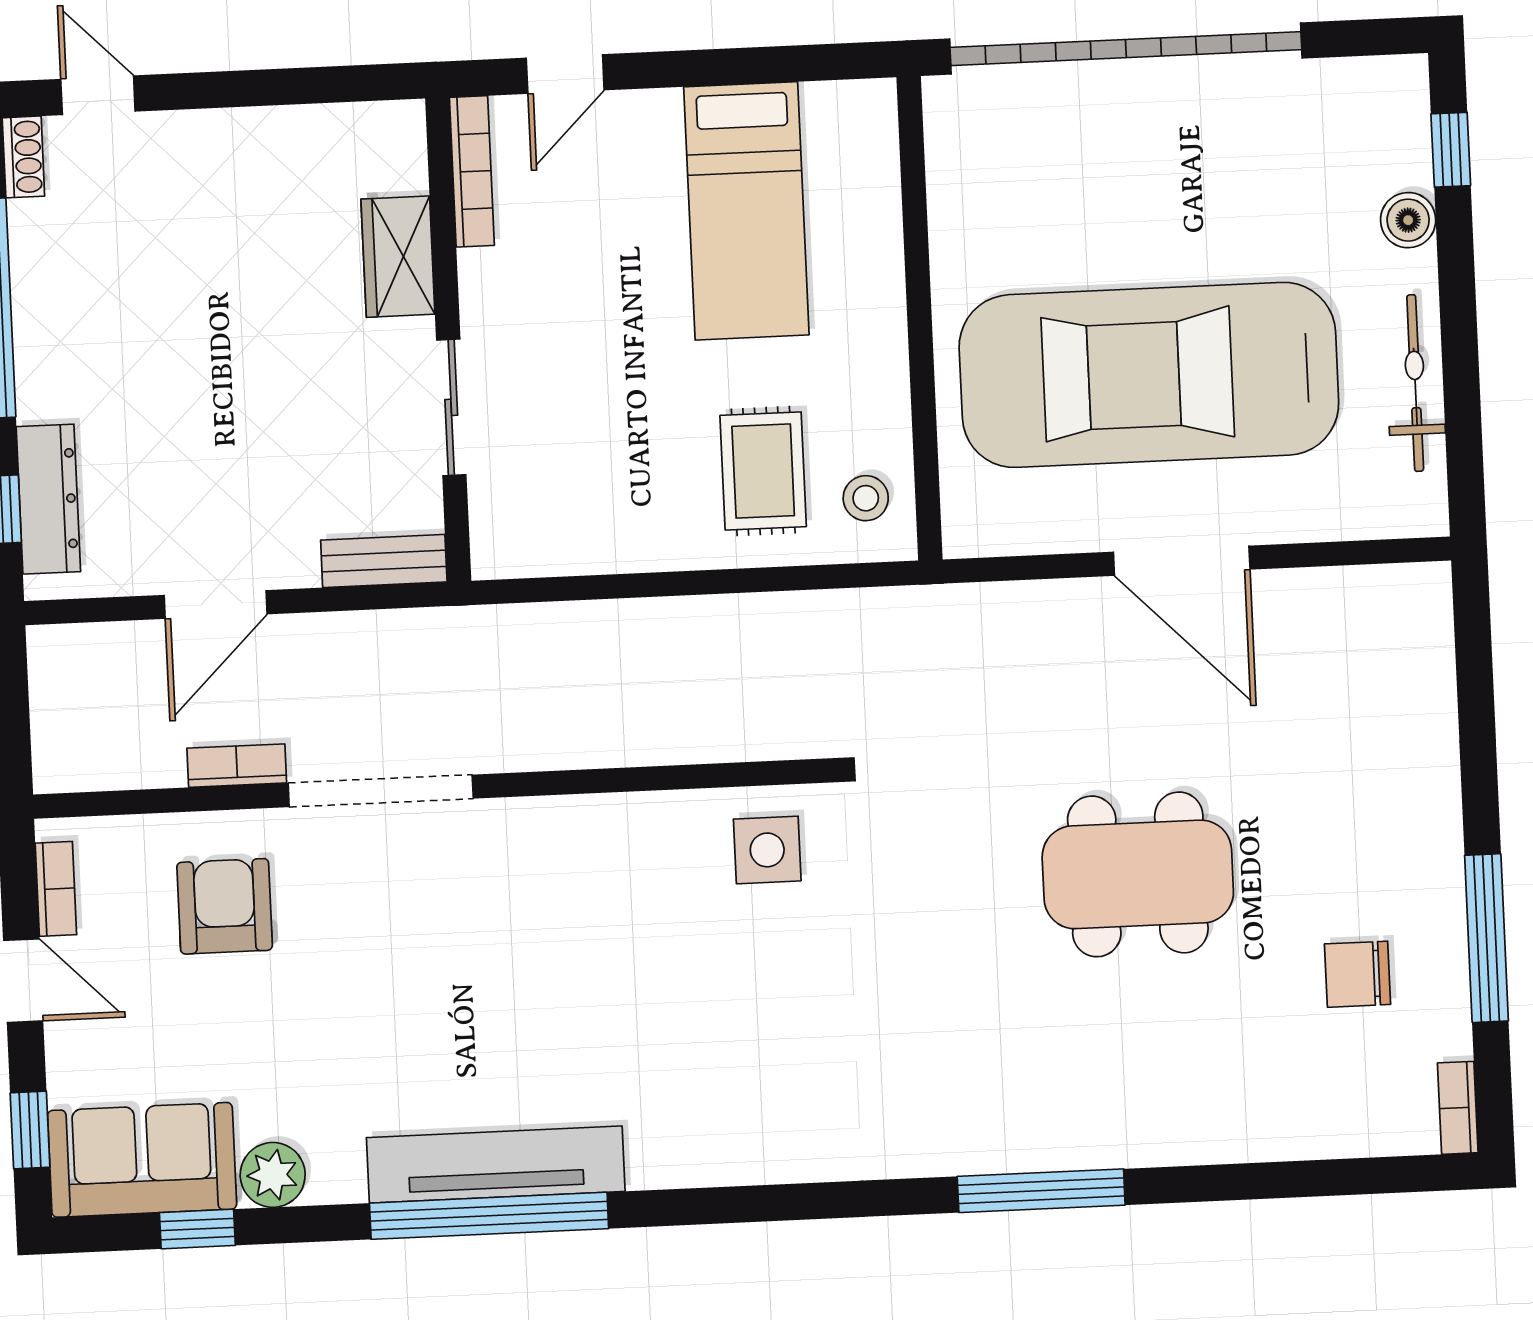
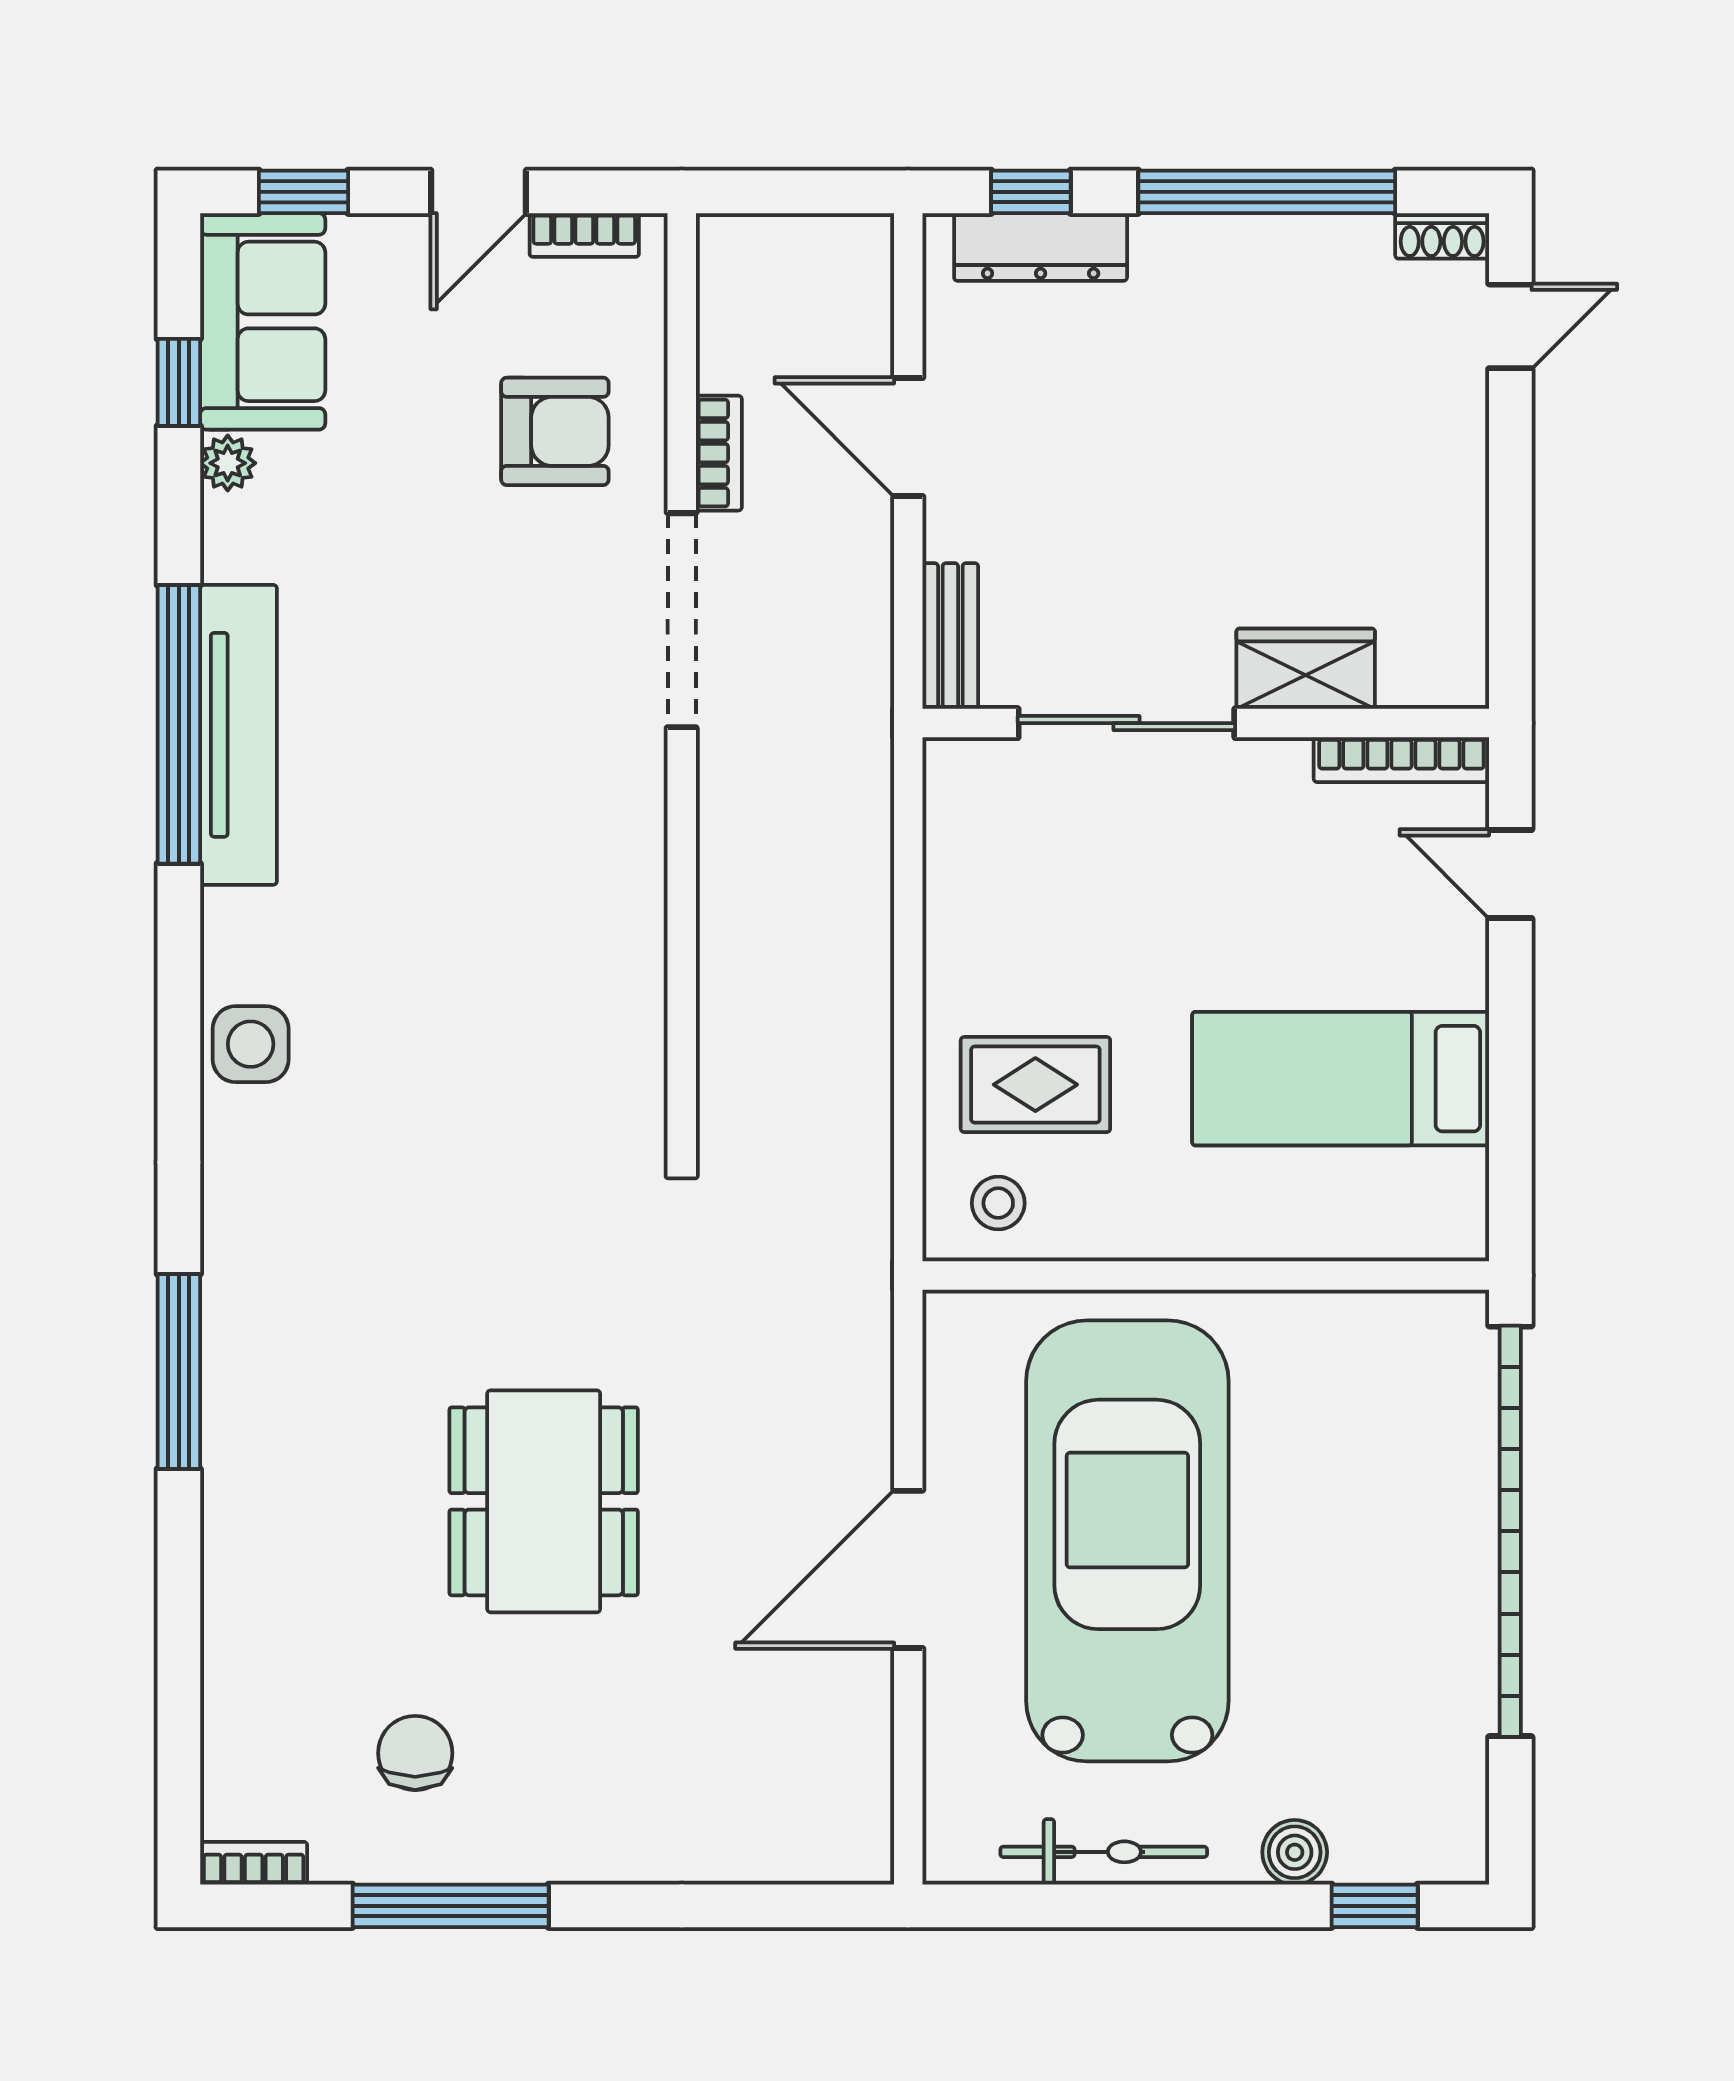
sliding door: (451, 407) -> (1126, 723), width x1.37
side table: (767, 850) -> (251, 1044), moved
plant: (273, 1175) -> (228, 463), width x0.73, depth x0.73

